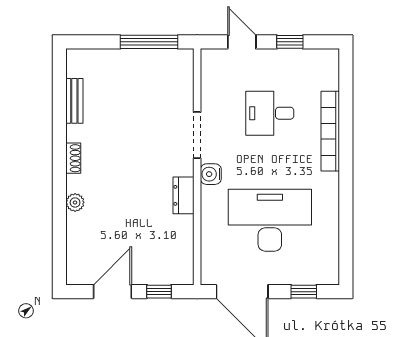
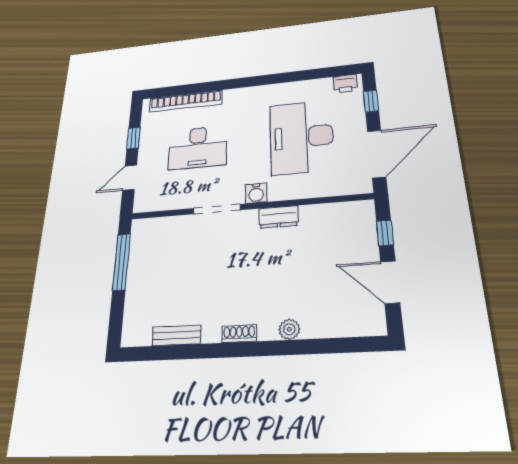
desk: (270, 113) -> (198, 148), width x1.37
bookcase: (330, 131) -> (186, 101), moved
printer: (329, 268) -> (345, 84), added

